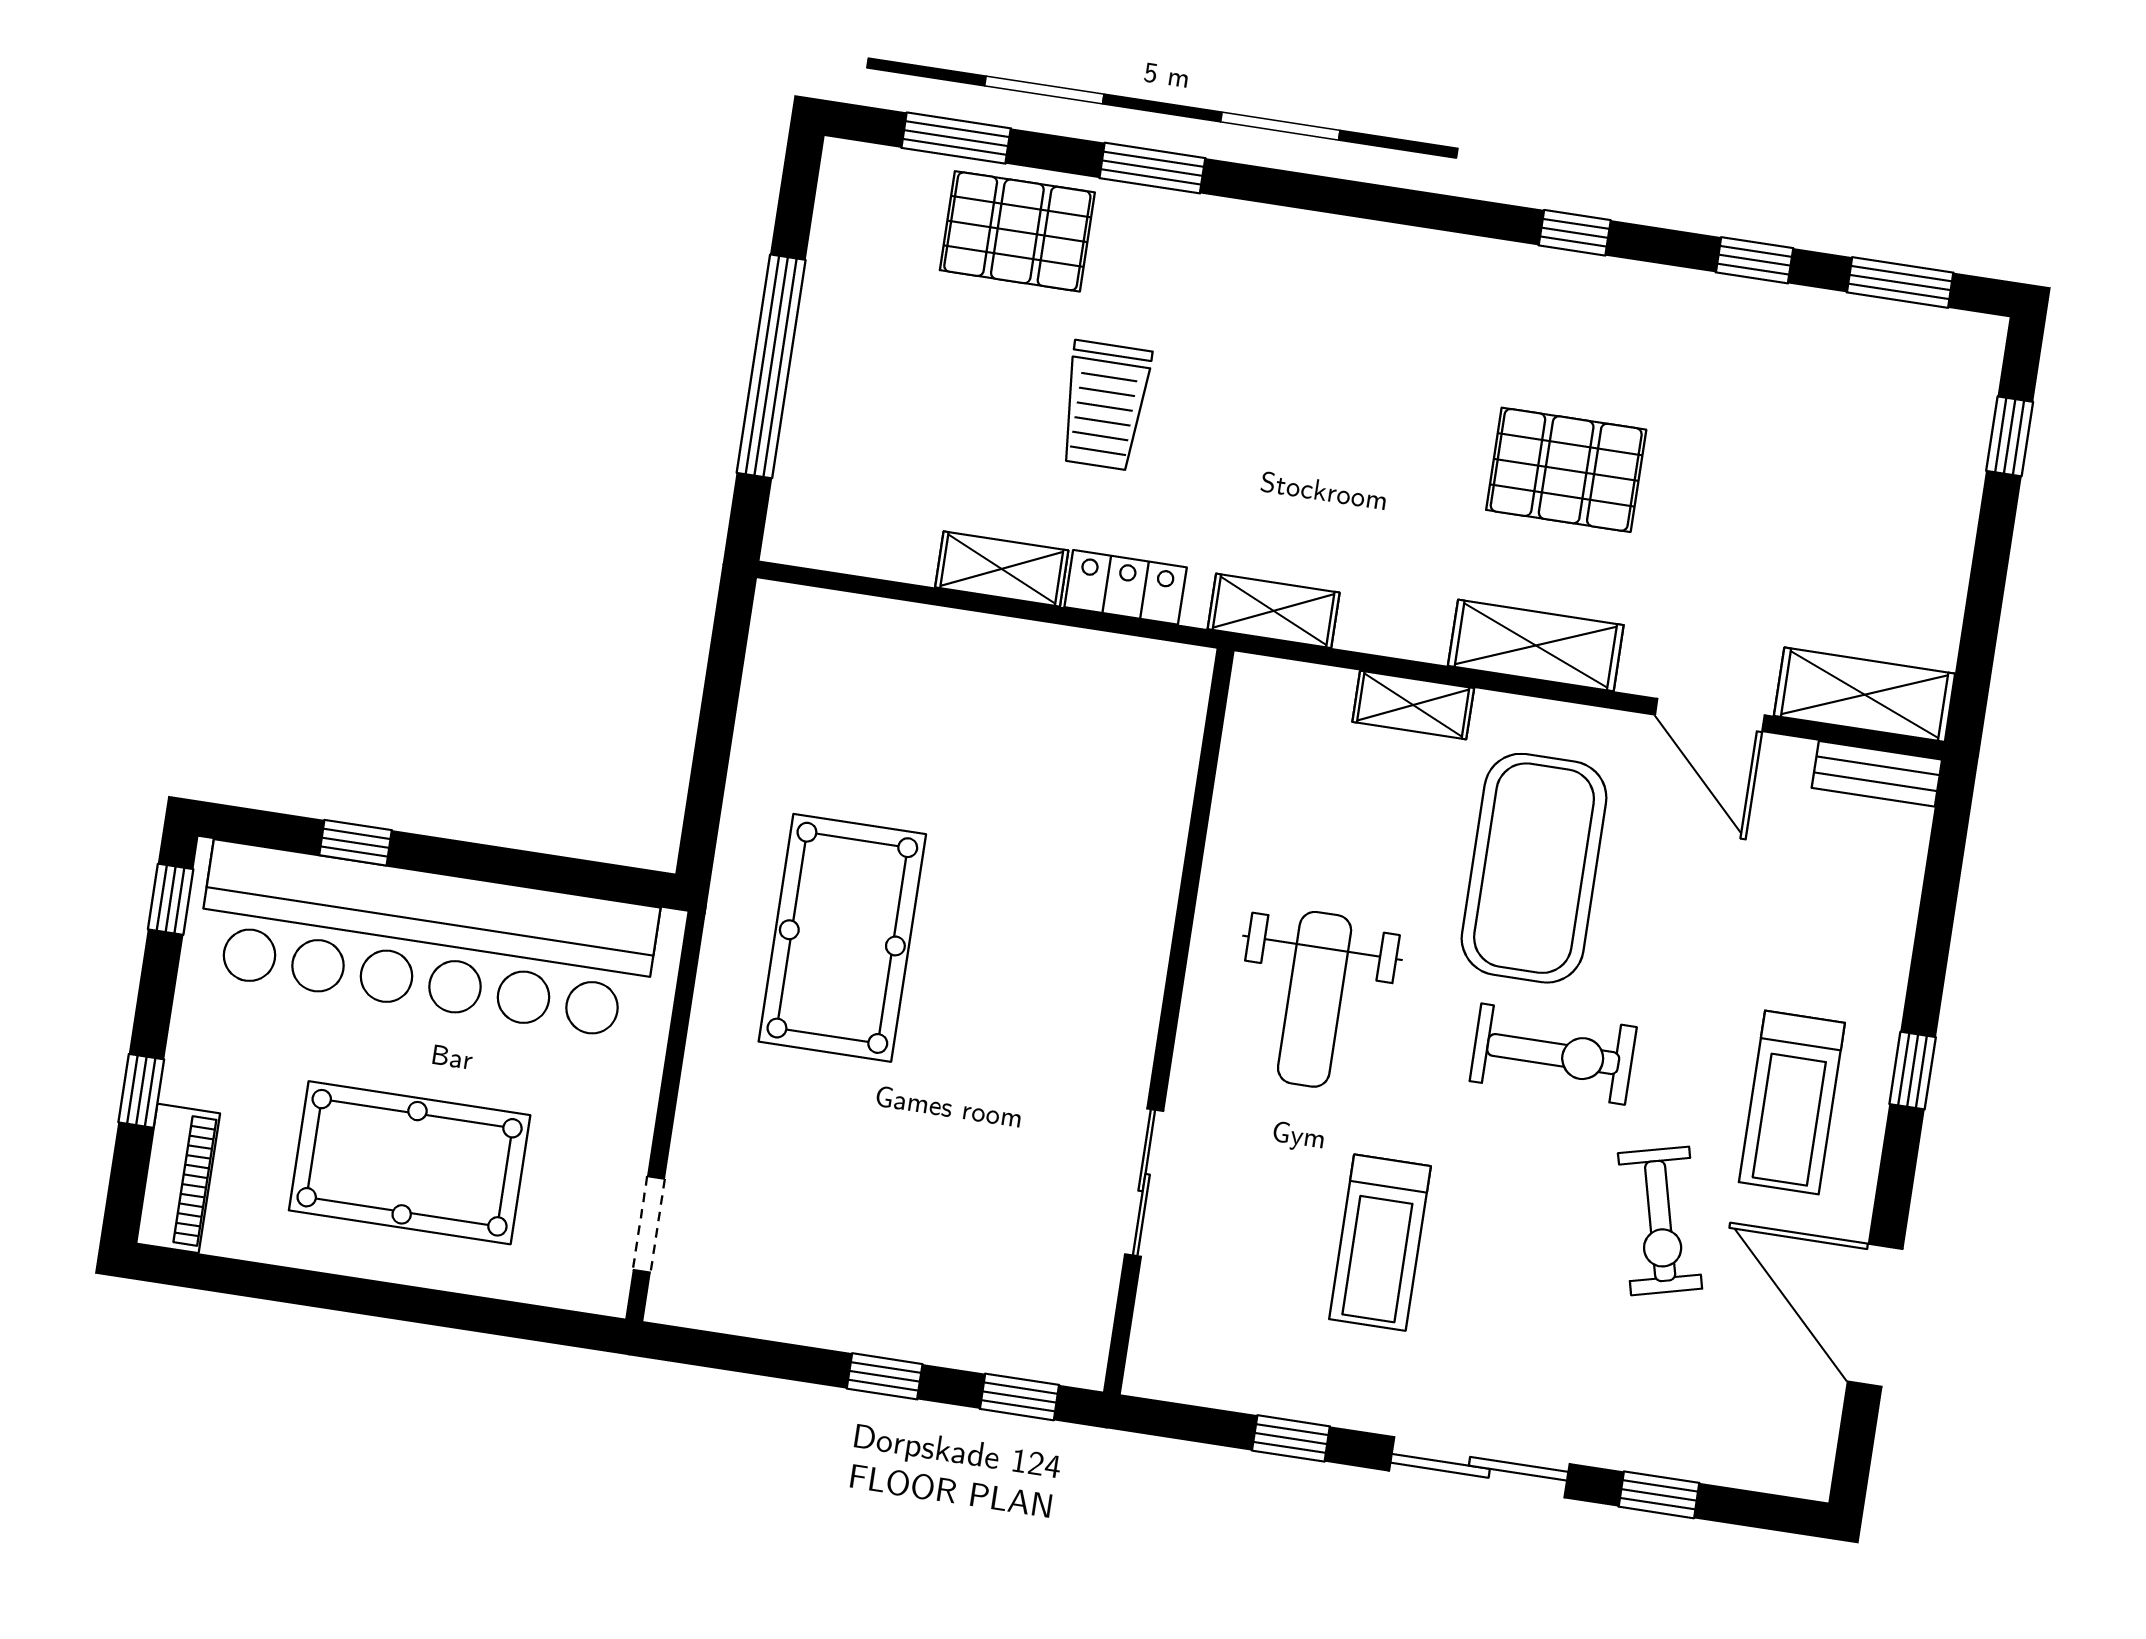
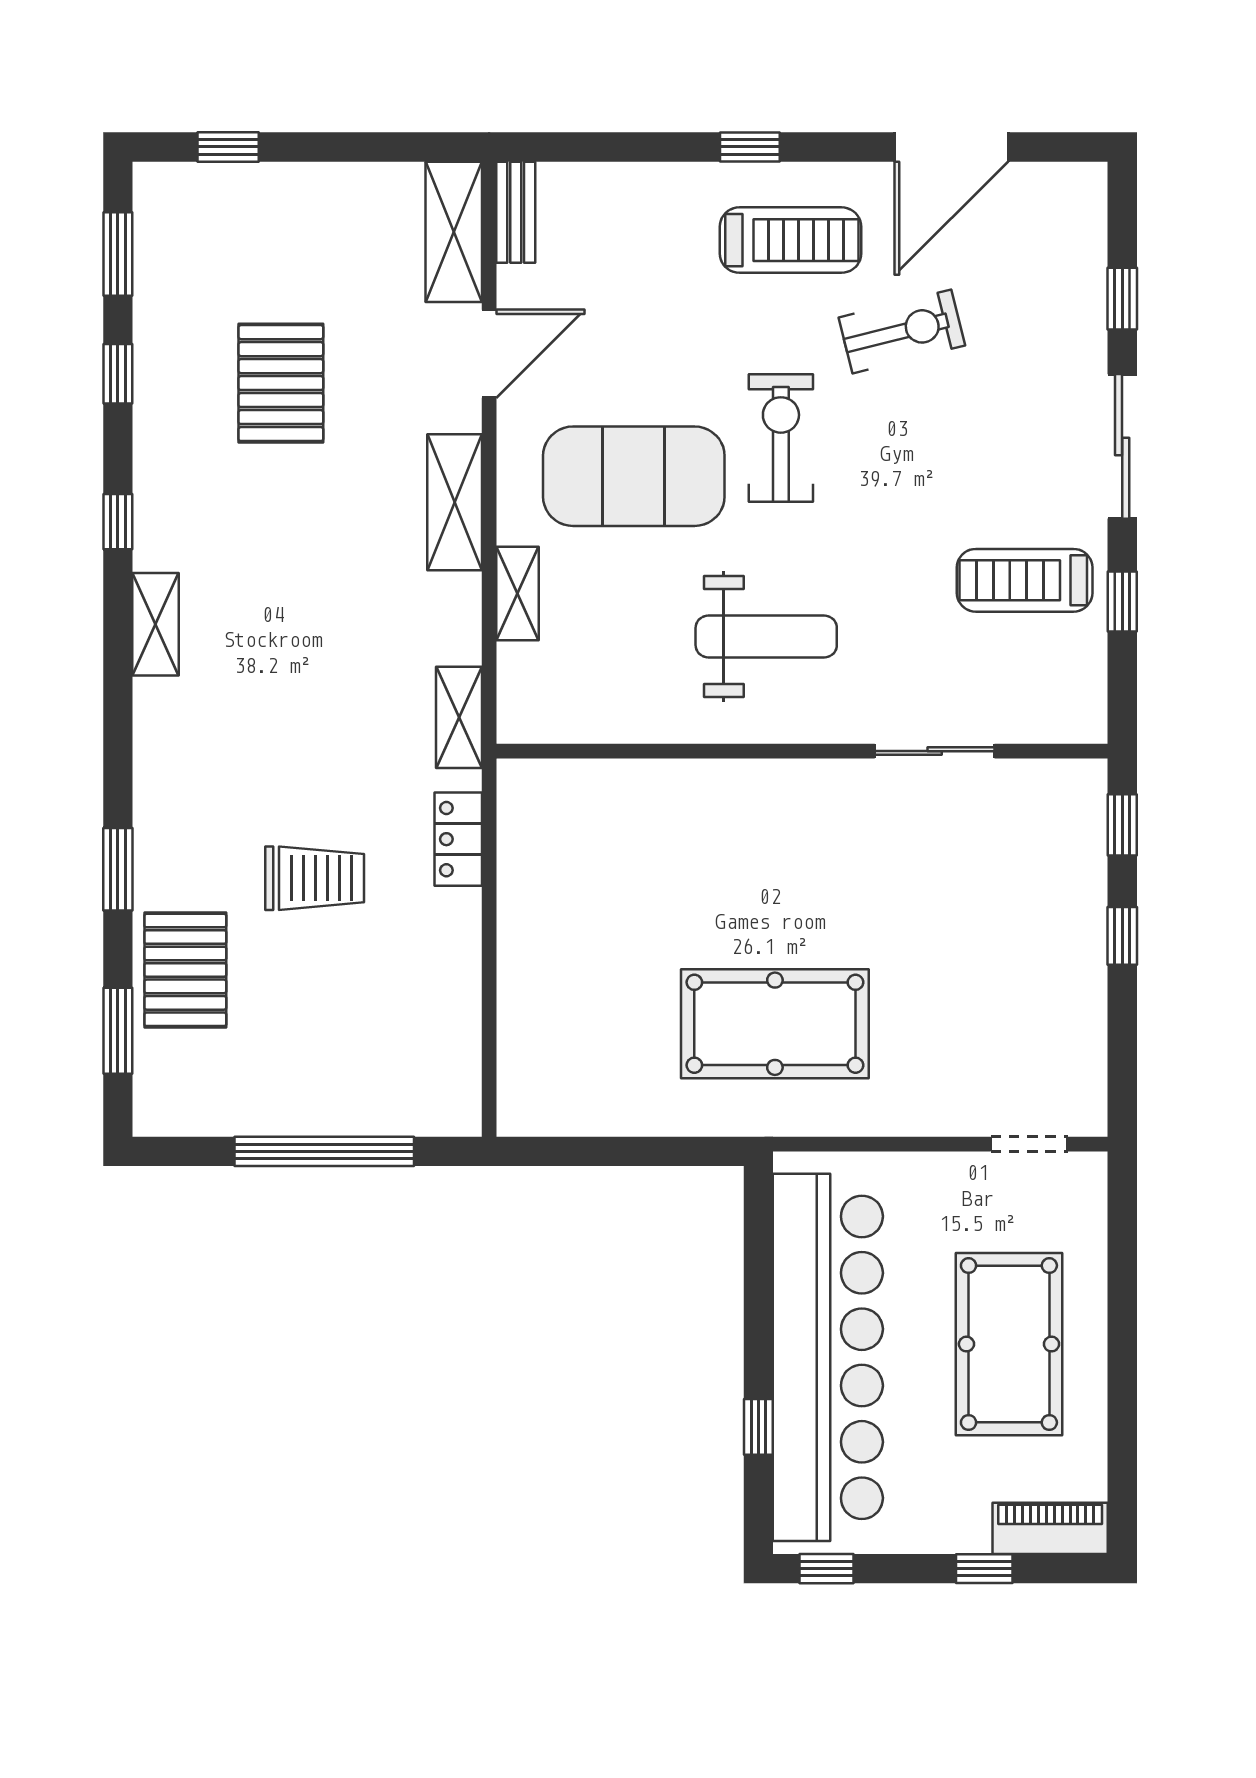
pallet: (1566, 470) -> (281, 383), moved
shelving: (1002, 569) -> (156, 624), moved
treadmill: (1380, 1243) -> (1025, 580), moved, turned 180

